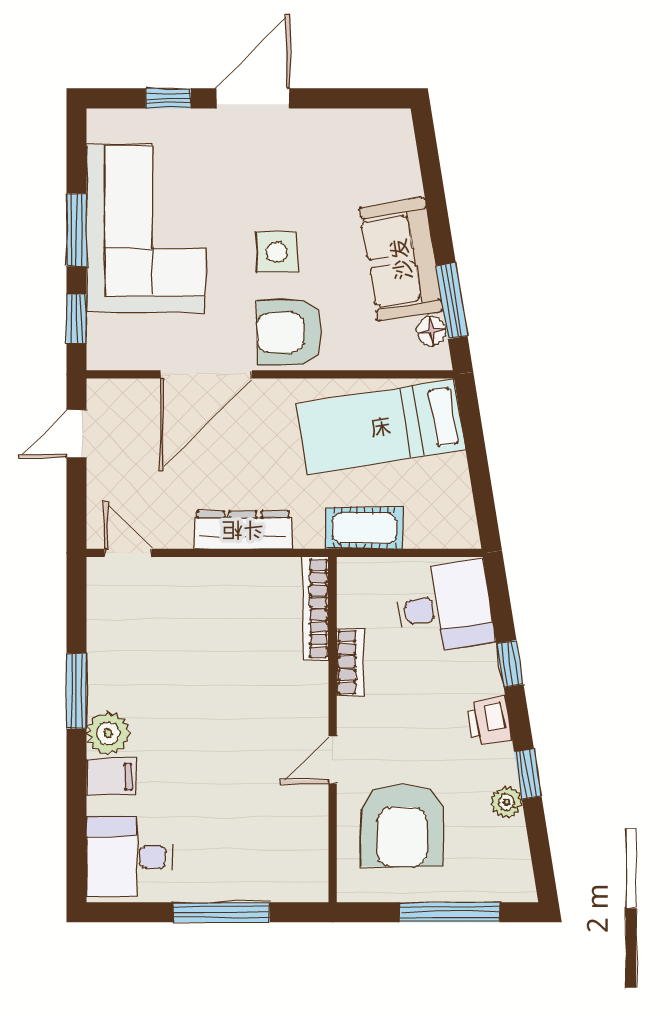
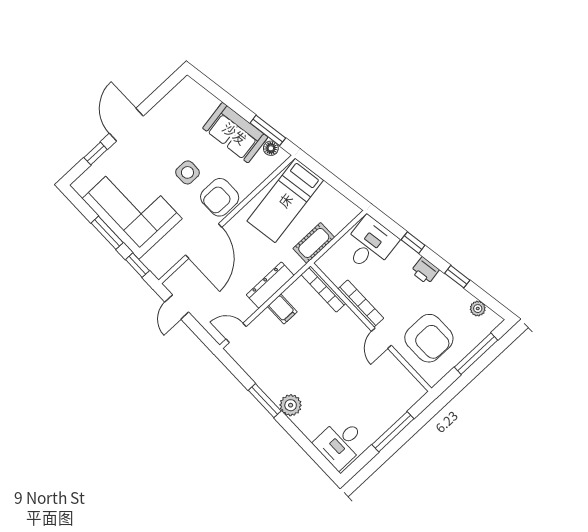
bookcase: (350, 662) -> (361, 304), width x1.56
filing cabinet: (111, 777) -> (282, 309), moved, turned 90
plant: (507, 802) -> (478, 309), moved

